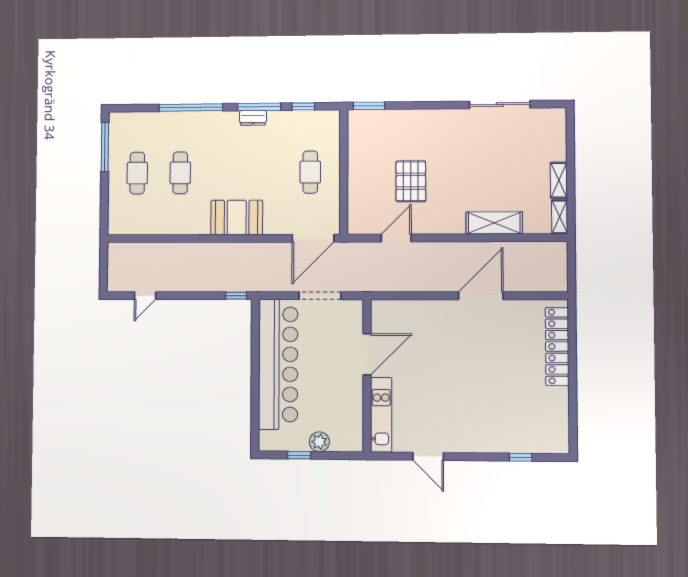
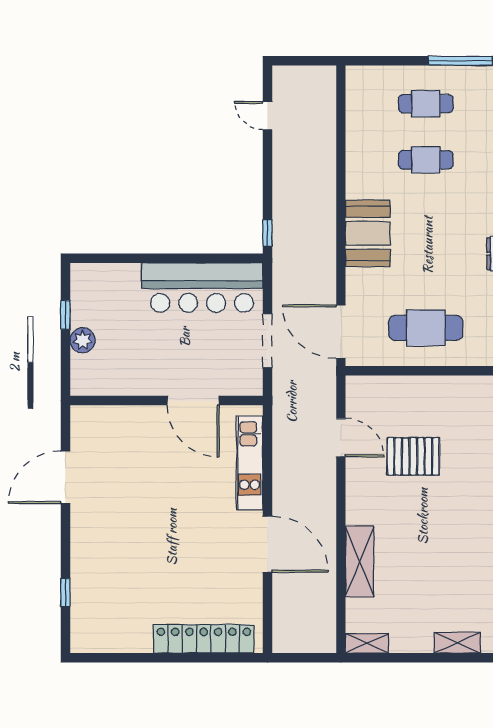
cafe table: (310, 172) -> (426, 328), width x1.37, depth x1.35
shelving: (559, 180) -> (457, 643), moved
bar counter: (278, 364) -> (202, 288), width x0.73
kitchen unit: (381, 415) -> (250, 463), moved, turned 90
door: (428, 456) -> (65, 477), width x1.36

